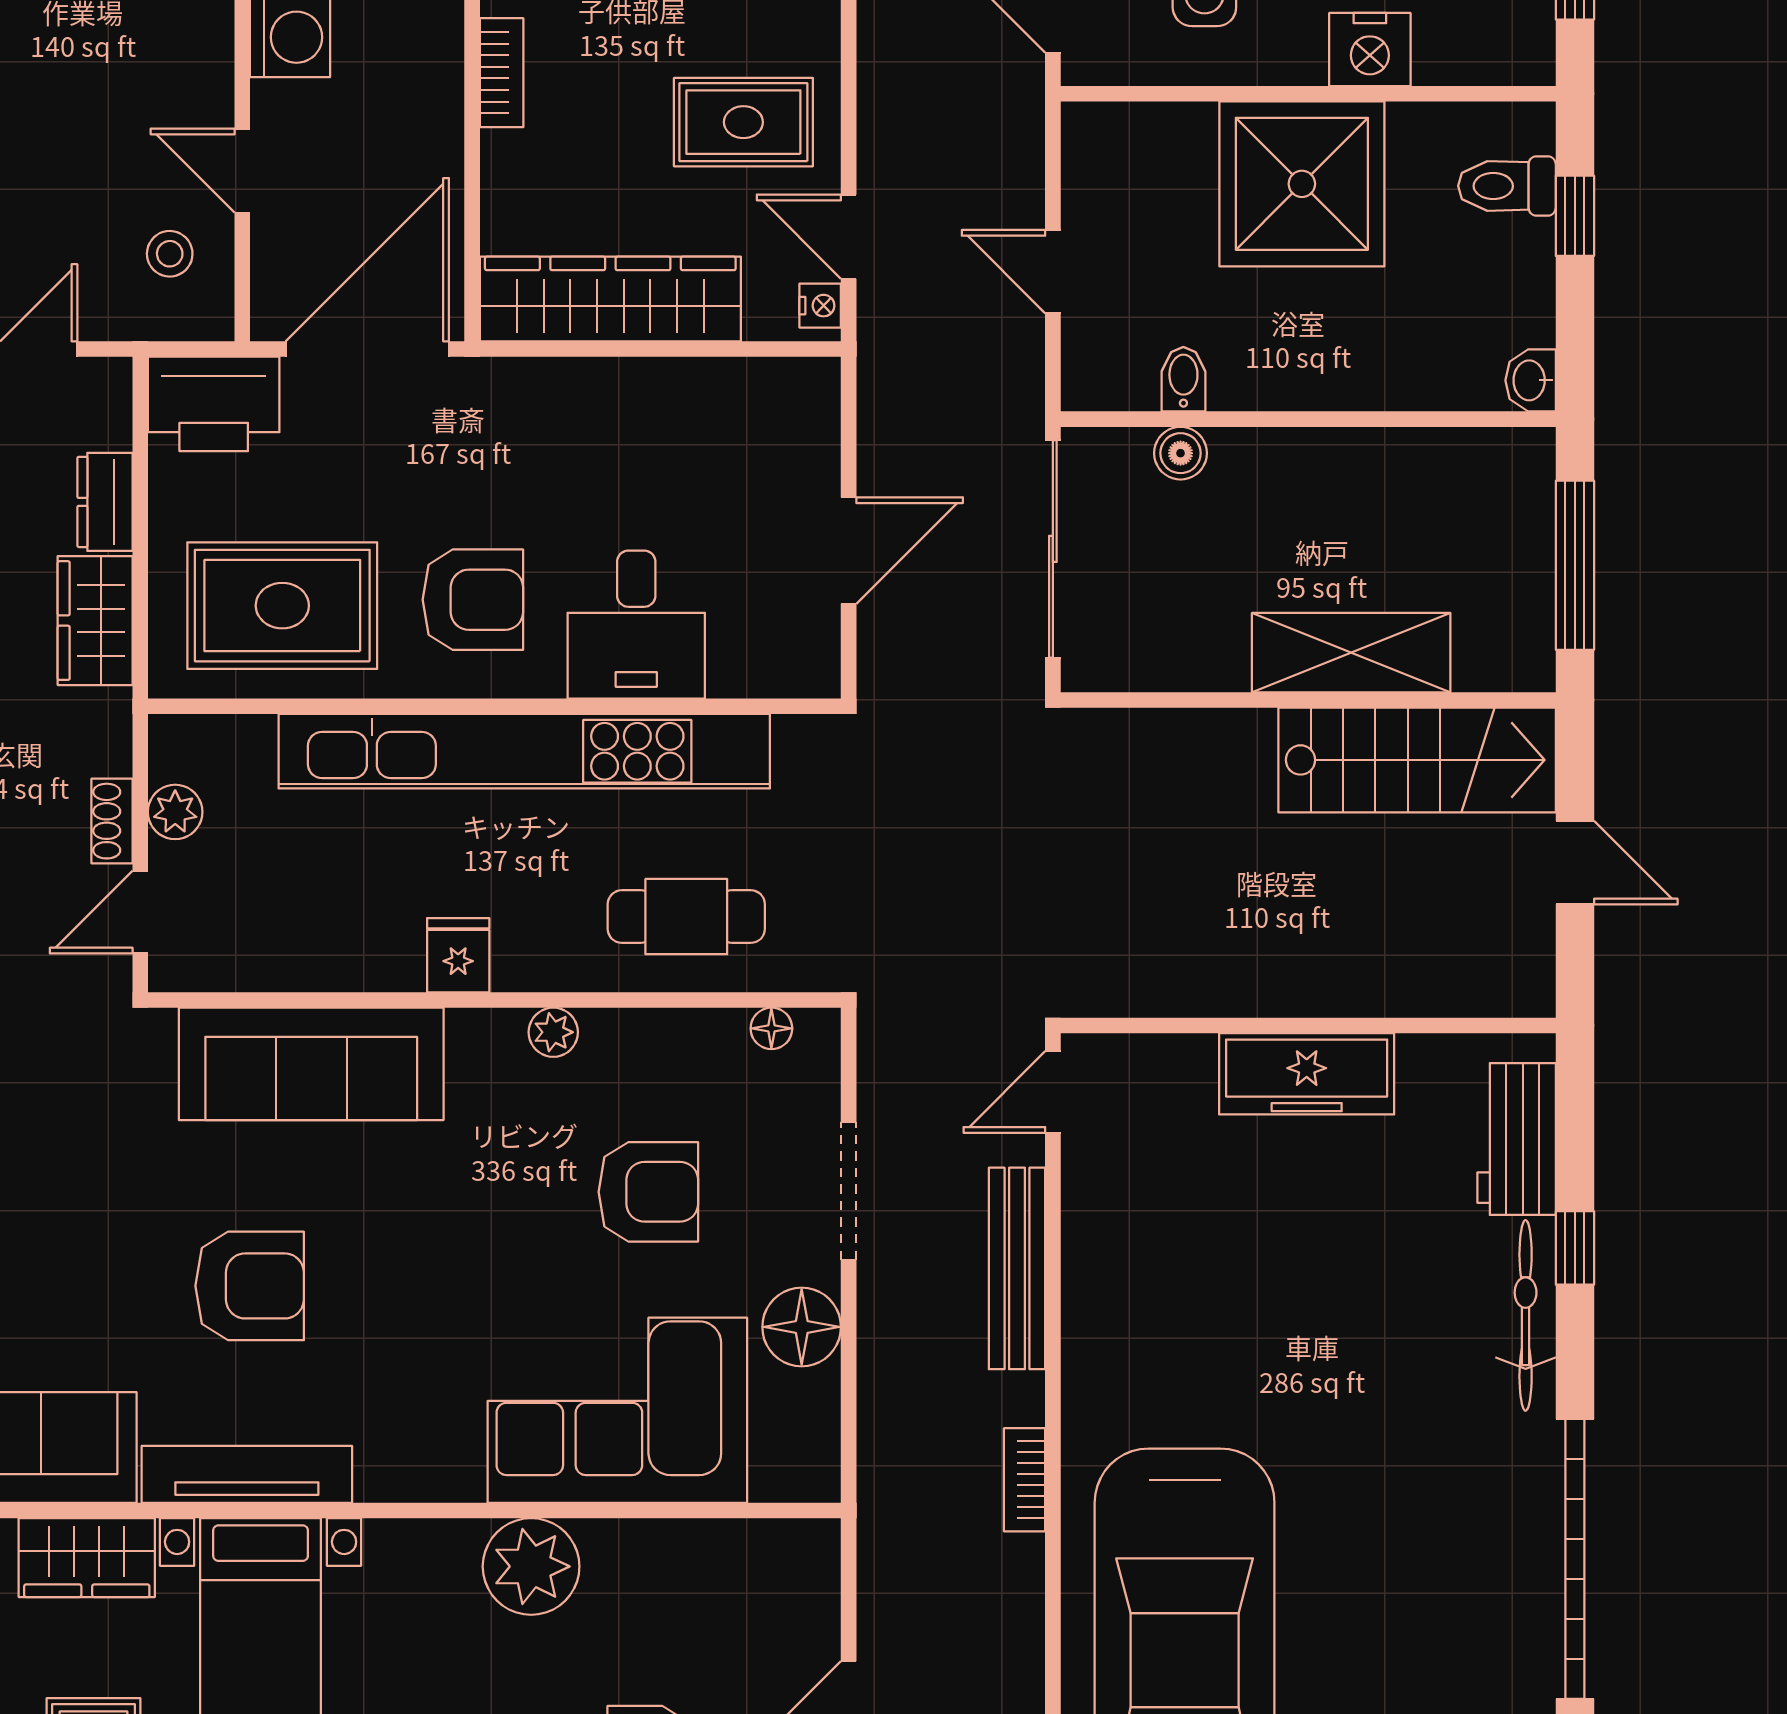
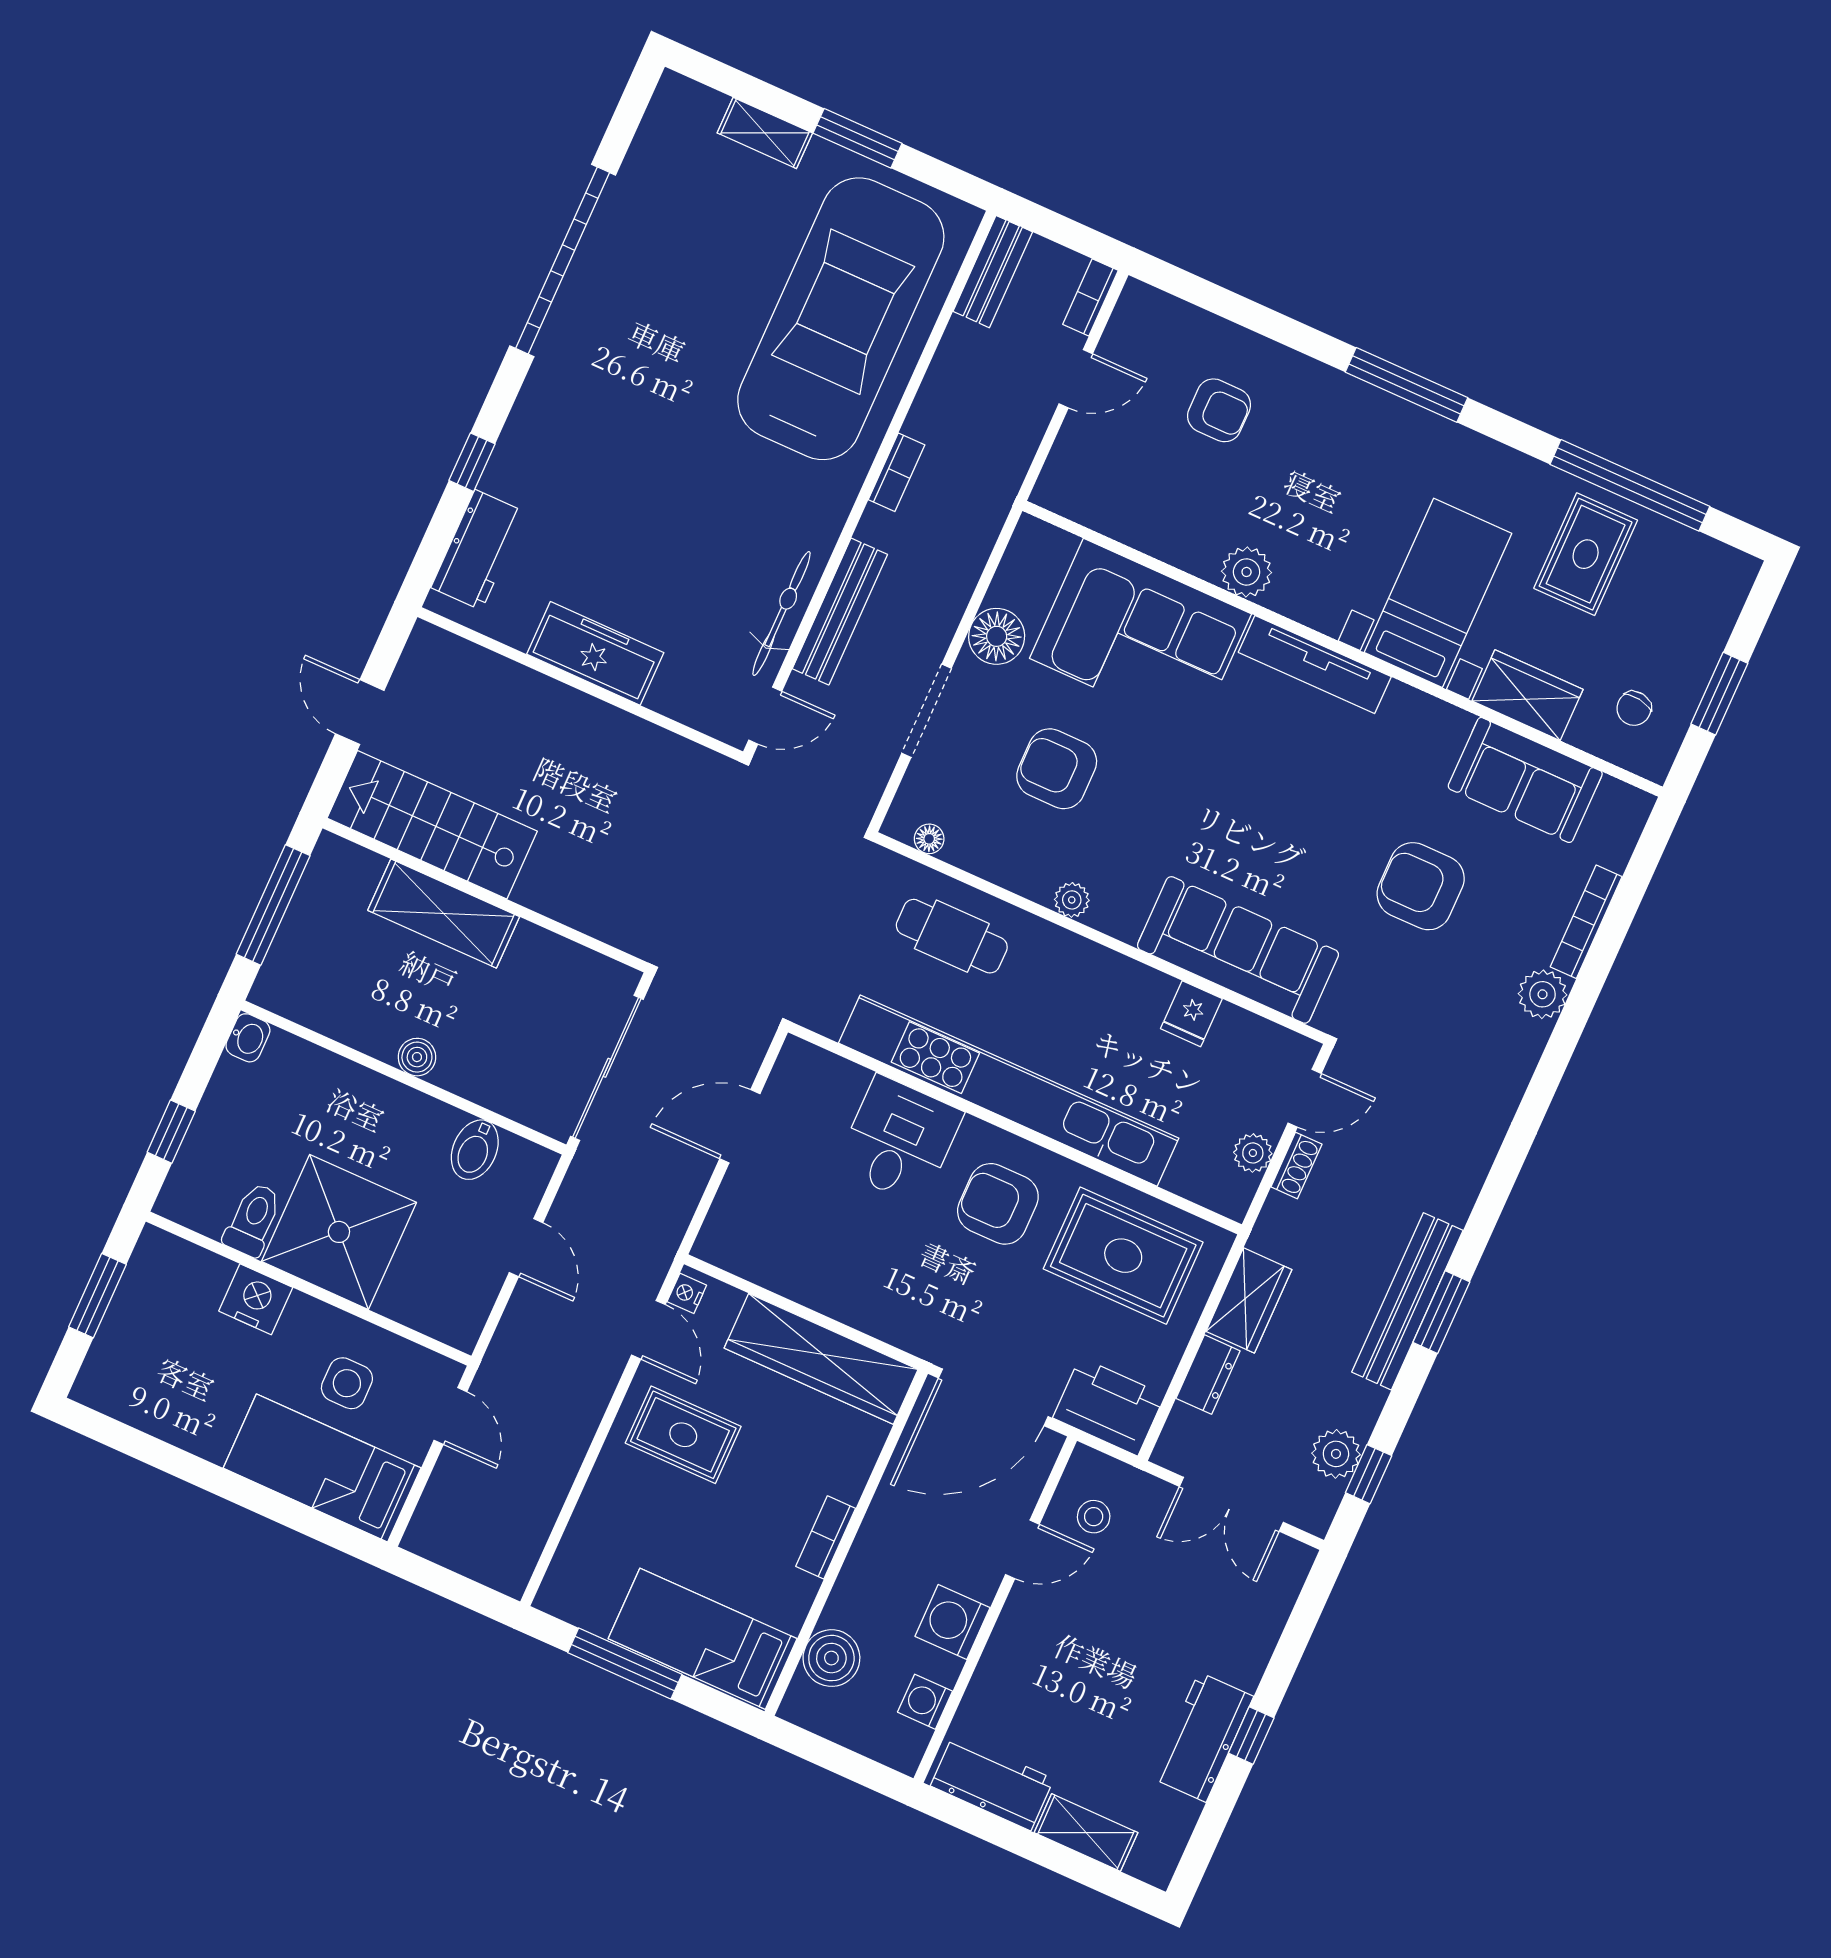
door: (242, 171) -> (1022, 1549), hinge flipped
toilet: (1507, 186) -> (253, 1220), moved, turned -90
bidet: (1183, 379) -> (475, 1150), width x1.38, depth x1.36
boiler: (1181, 453) -> (417, 1057), moved
fridge: (458, 955) -> (1191, 1014), moved
armchair: (250, 1286) -> (1421, 886), moved
bicycle: (1526, 1315) -> (781, 614), moved, turned 180
tv unit: (247, 1474) -> (1315, 664), moved
plant: (531, 1566) -> (1247, 572), width x0.73, depth x0.73

